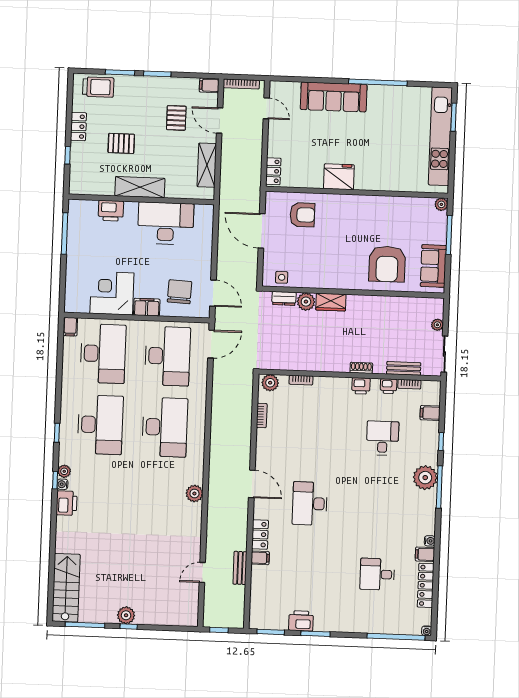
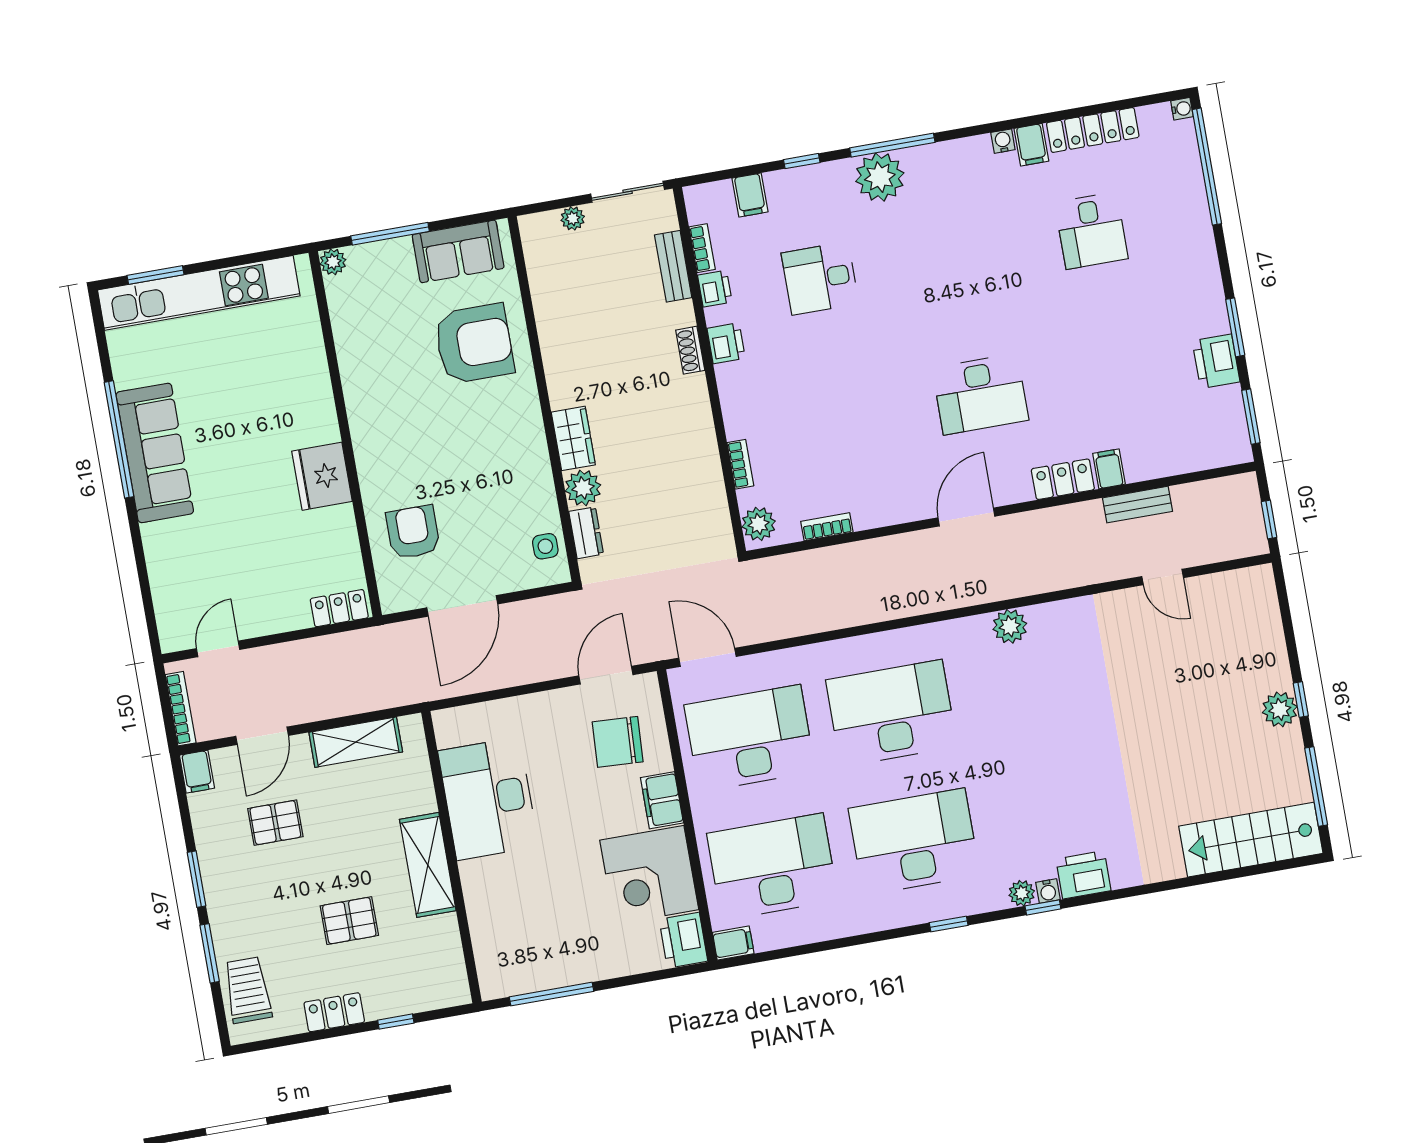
sofa: (334, 97) -> (155, 453), moved
pallet: (121, 143) -> (349, 921), turned 90
printer: (111, 211) -> (683, 940), moved, turned 180

